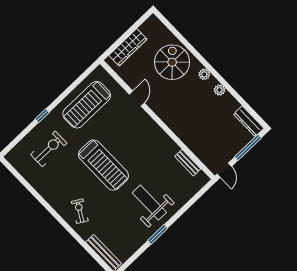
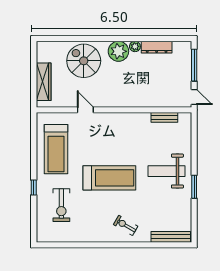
plant: (204, 74) -> (118, 51), width x1.88, depth x1.88
dresser: (249, 121) -> (157, 47), moved
exercise bike: (49, 149) -> (61, 205), turned 180

